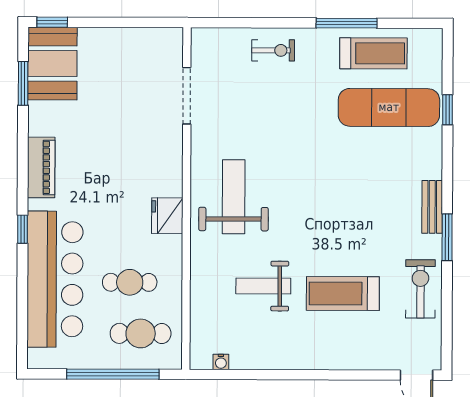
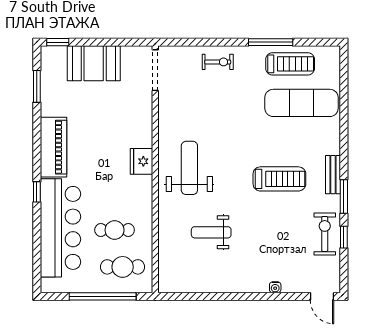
booth: (52, 63) -> (94, 63), moved, turned 90
doorway: (187, 96) -> (155, 70), moved
window: (448, 110) -> (344, 237), moved
piano: (41, 167) -> (53, 147), width x1.37, depth x1.33
fridge: (167, 216) -> (141, 161), moved
treadmill: (343, 294) -> (279, 179), moved, turned 180
water cooler: (221, 362) -> (275, 287), moved

